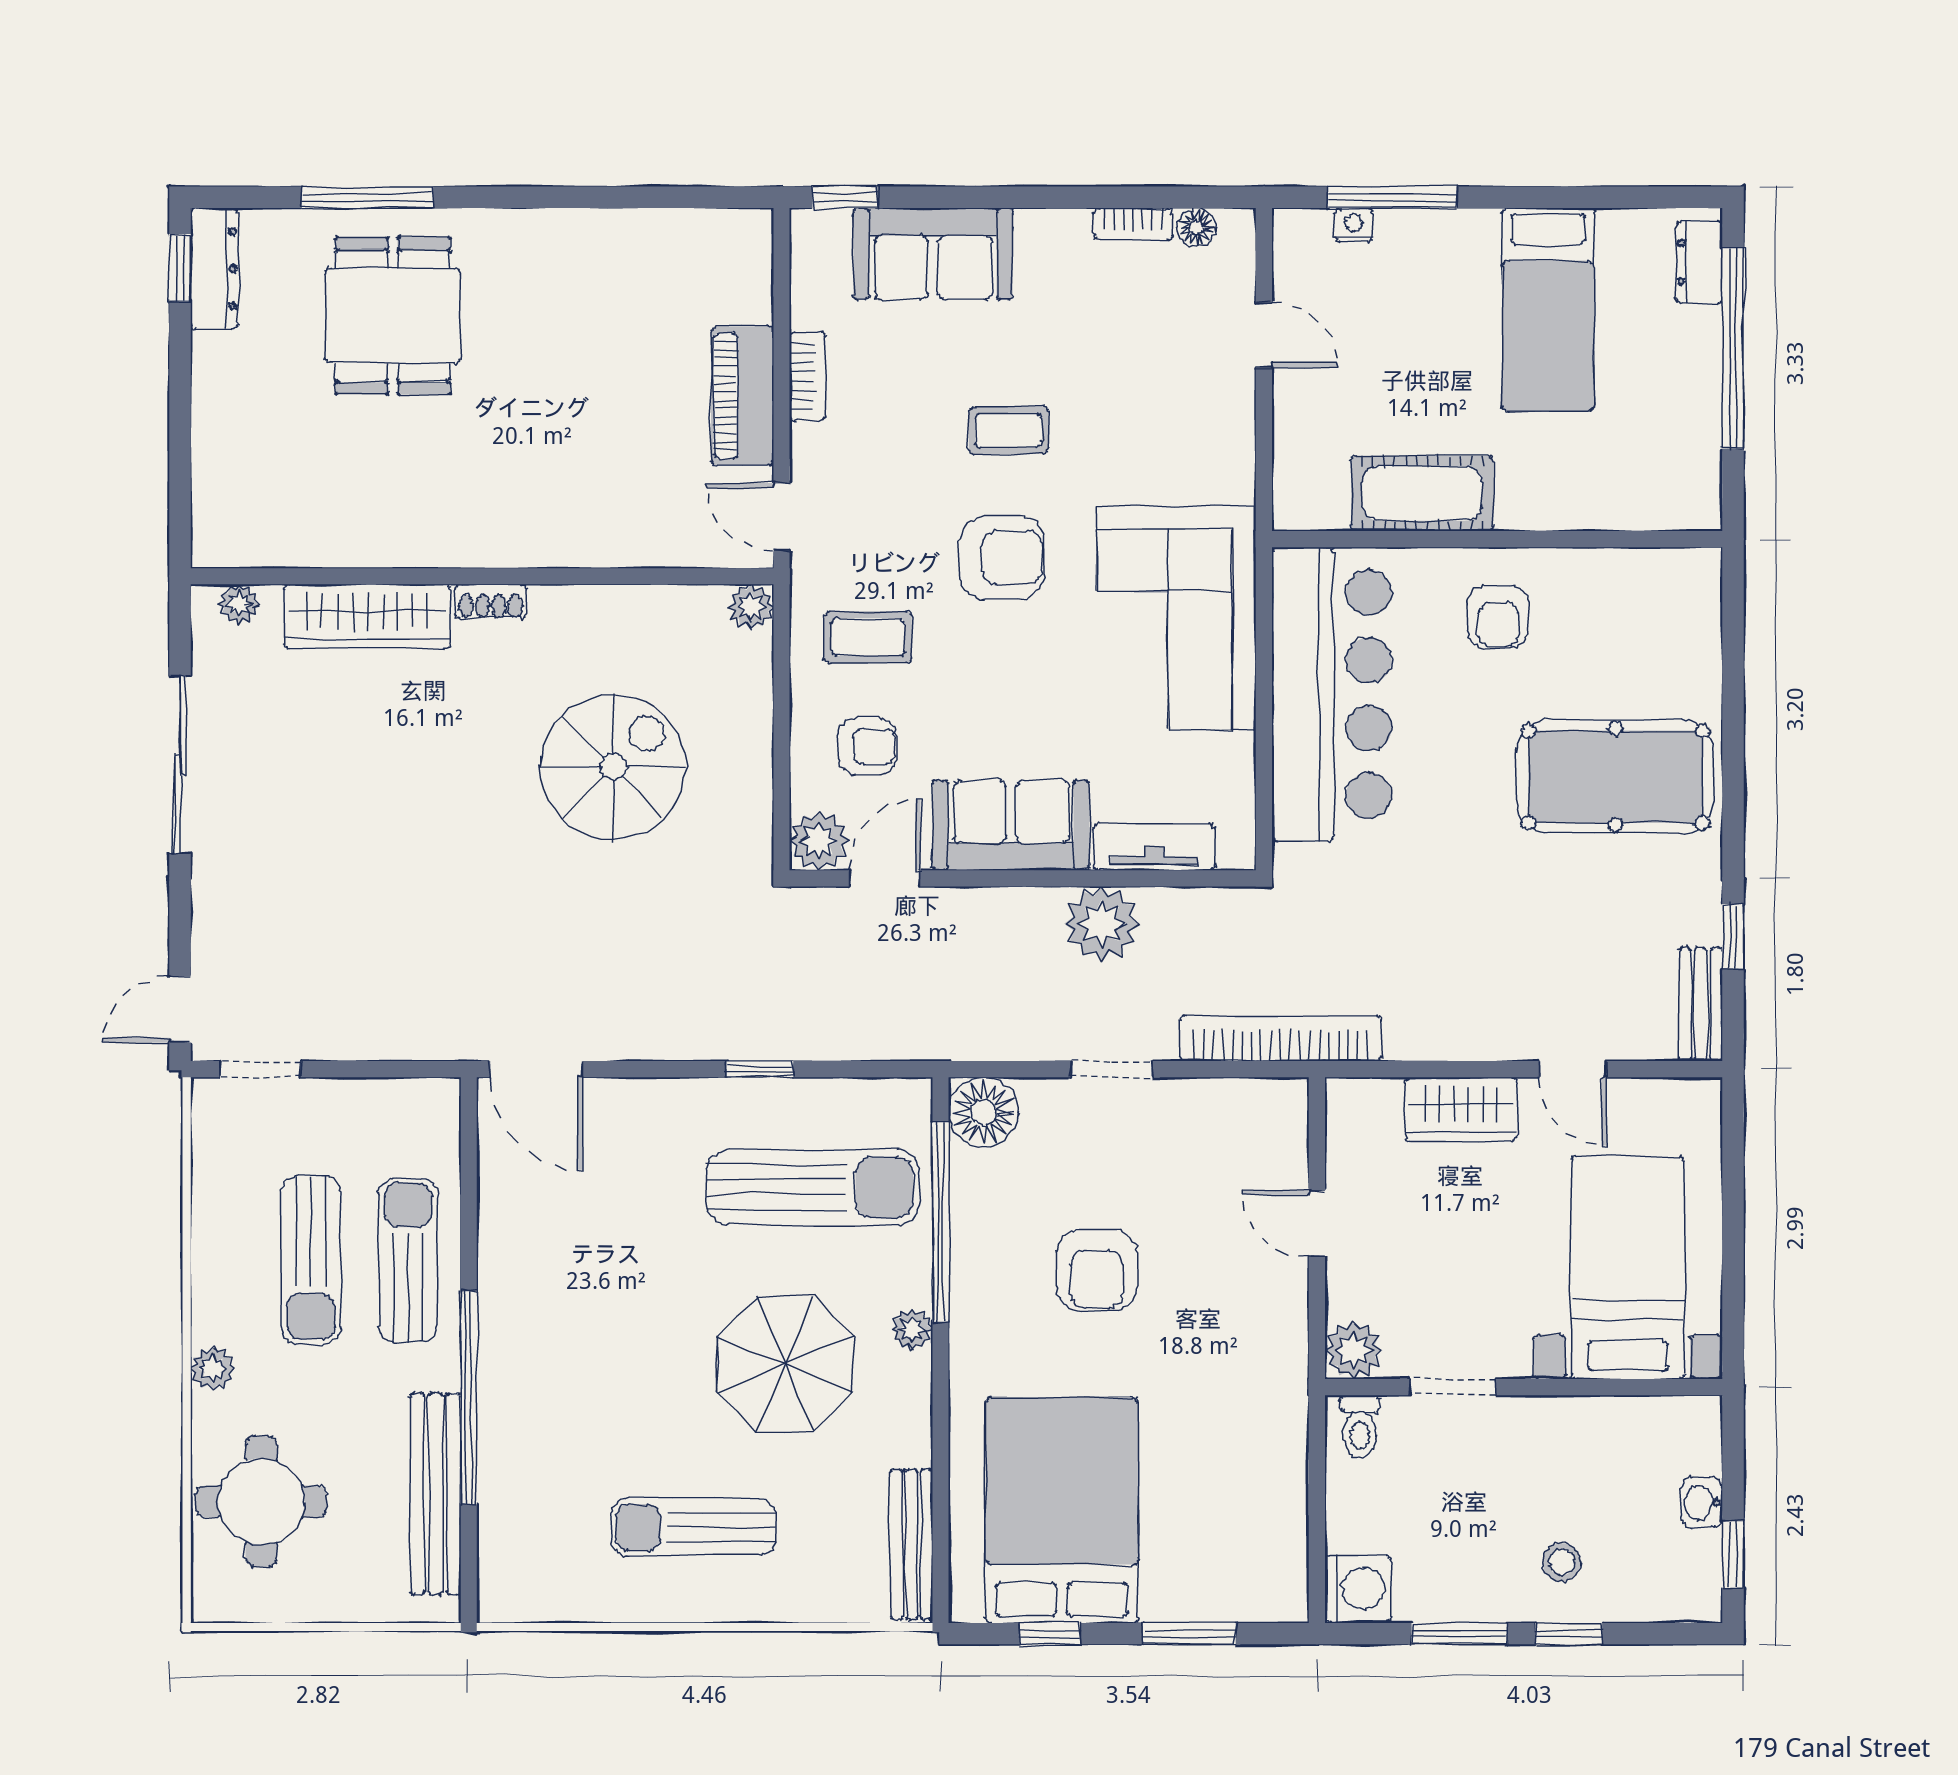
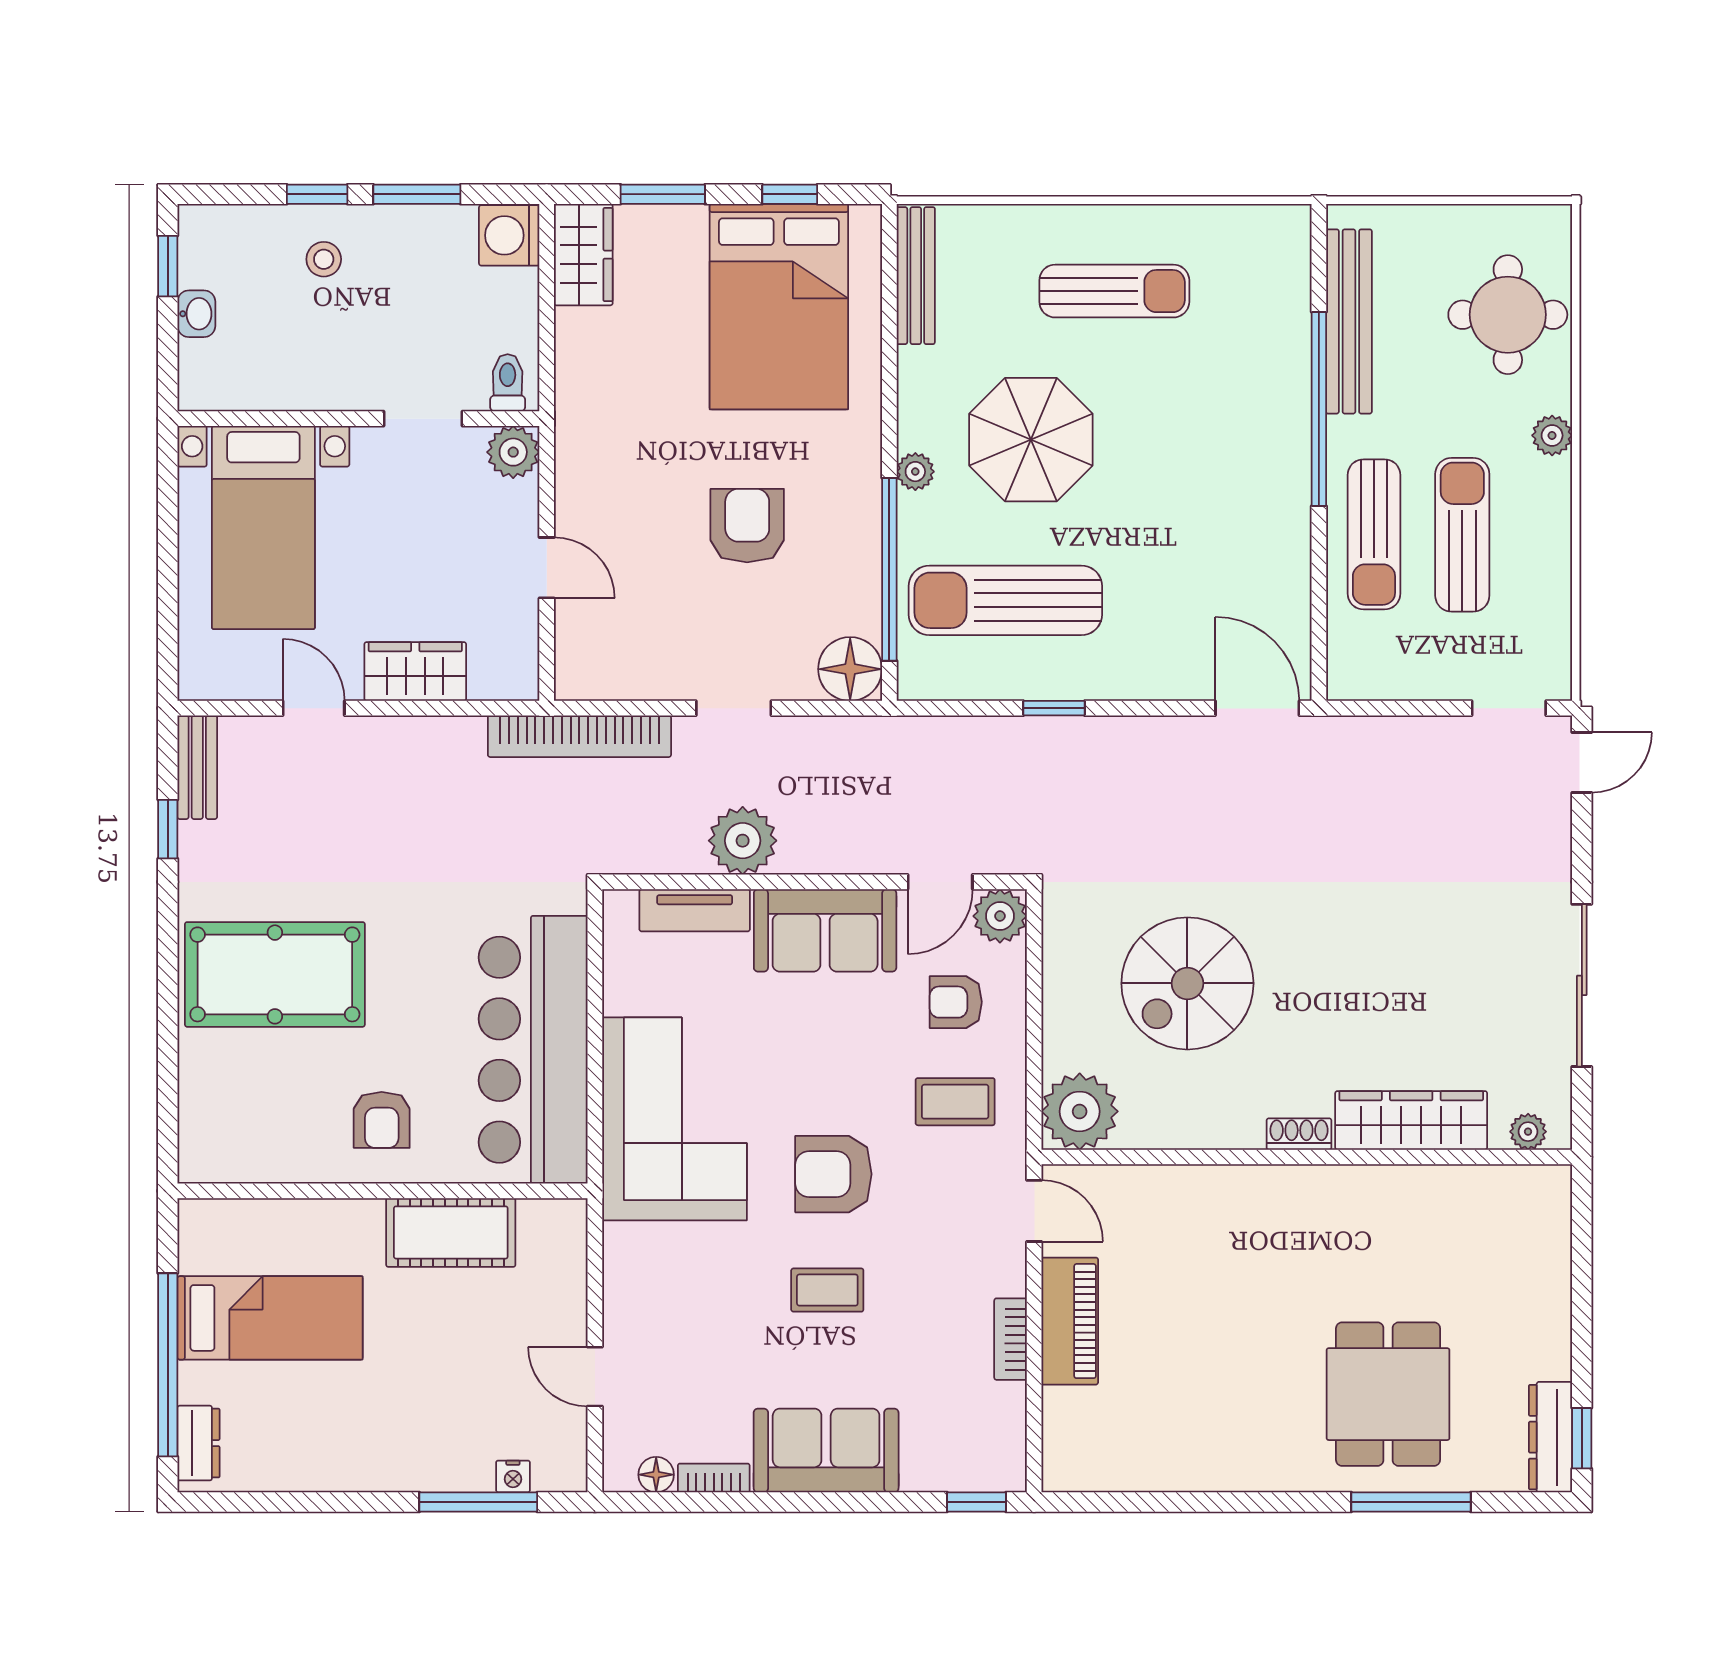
sofa: (933, 254) -> (826, 1450), moved
bed: (1548, 310) -> (270, 1318), moved, turned 90
plant: (751, 607) -> (1080, 1111), width x1.87, depth x1.87
armchair: (1498, 617) -> (382, 1120), turned 180
wardrobe: (1277, 1567) -> (583, 255), added

